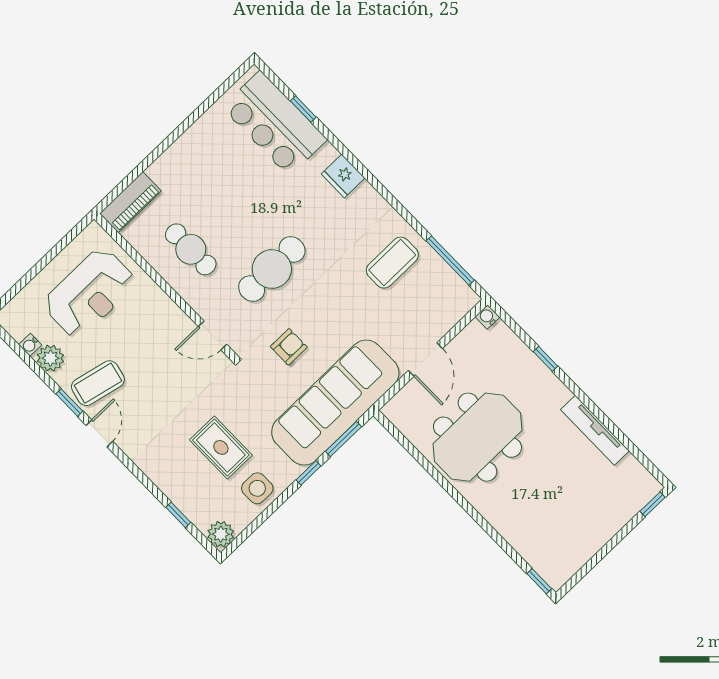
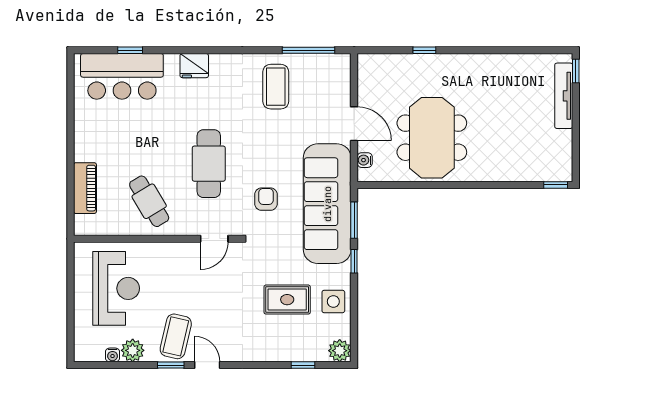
piano: (130, 202) -> (85, 188), moved
cafe table: (191, 249) -> (149, 201), turned 59
water cooler: (487, 317) -> (365, 160), moved
tv unit: (595, 430) -> (564, 96), moved, turned 90

